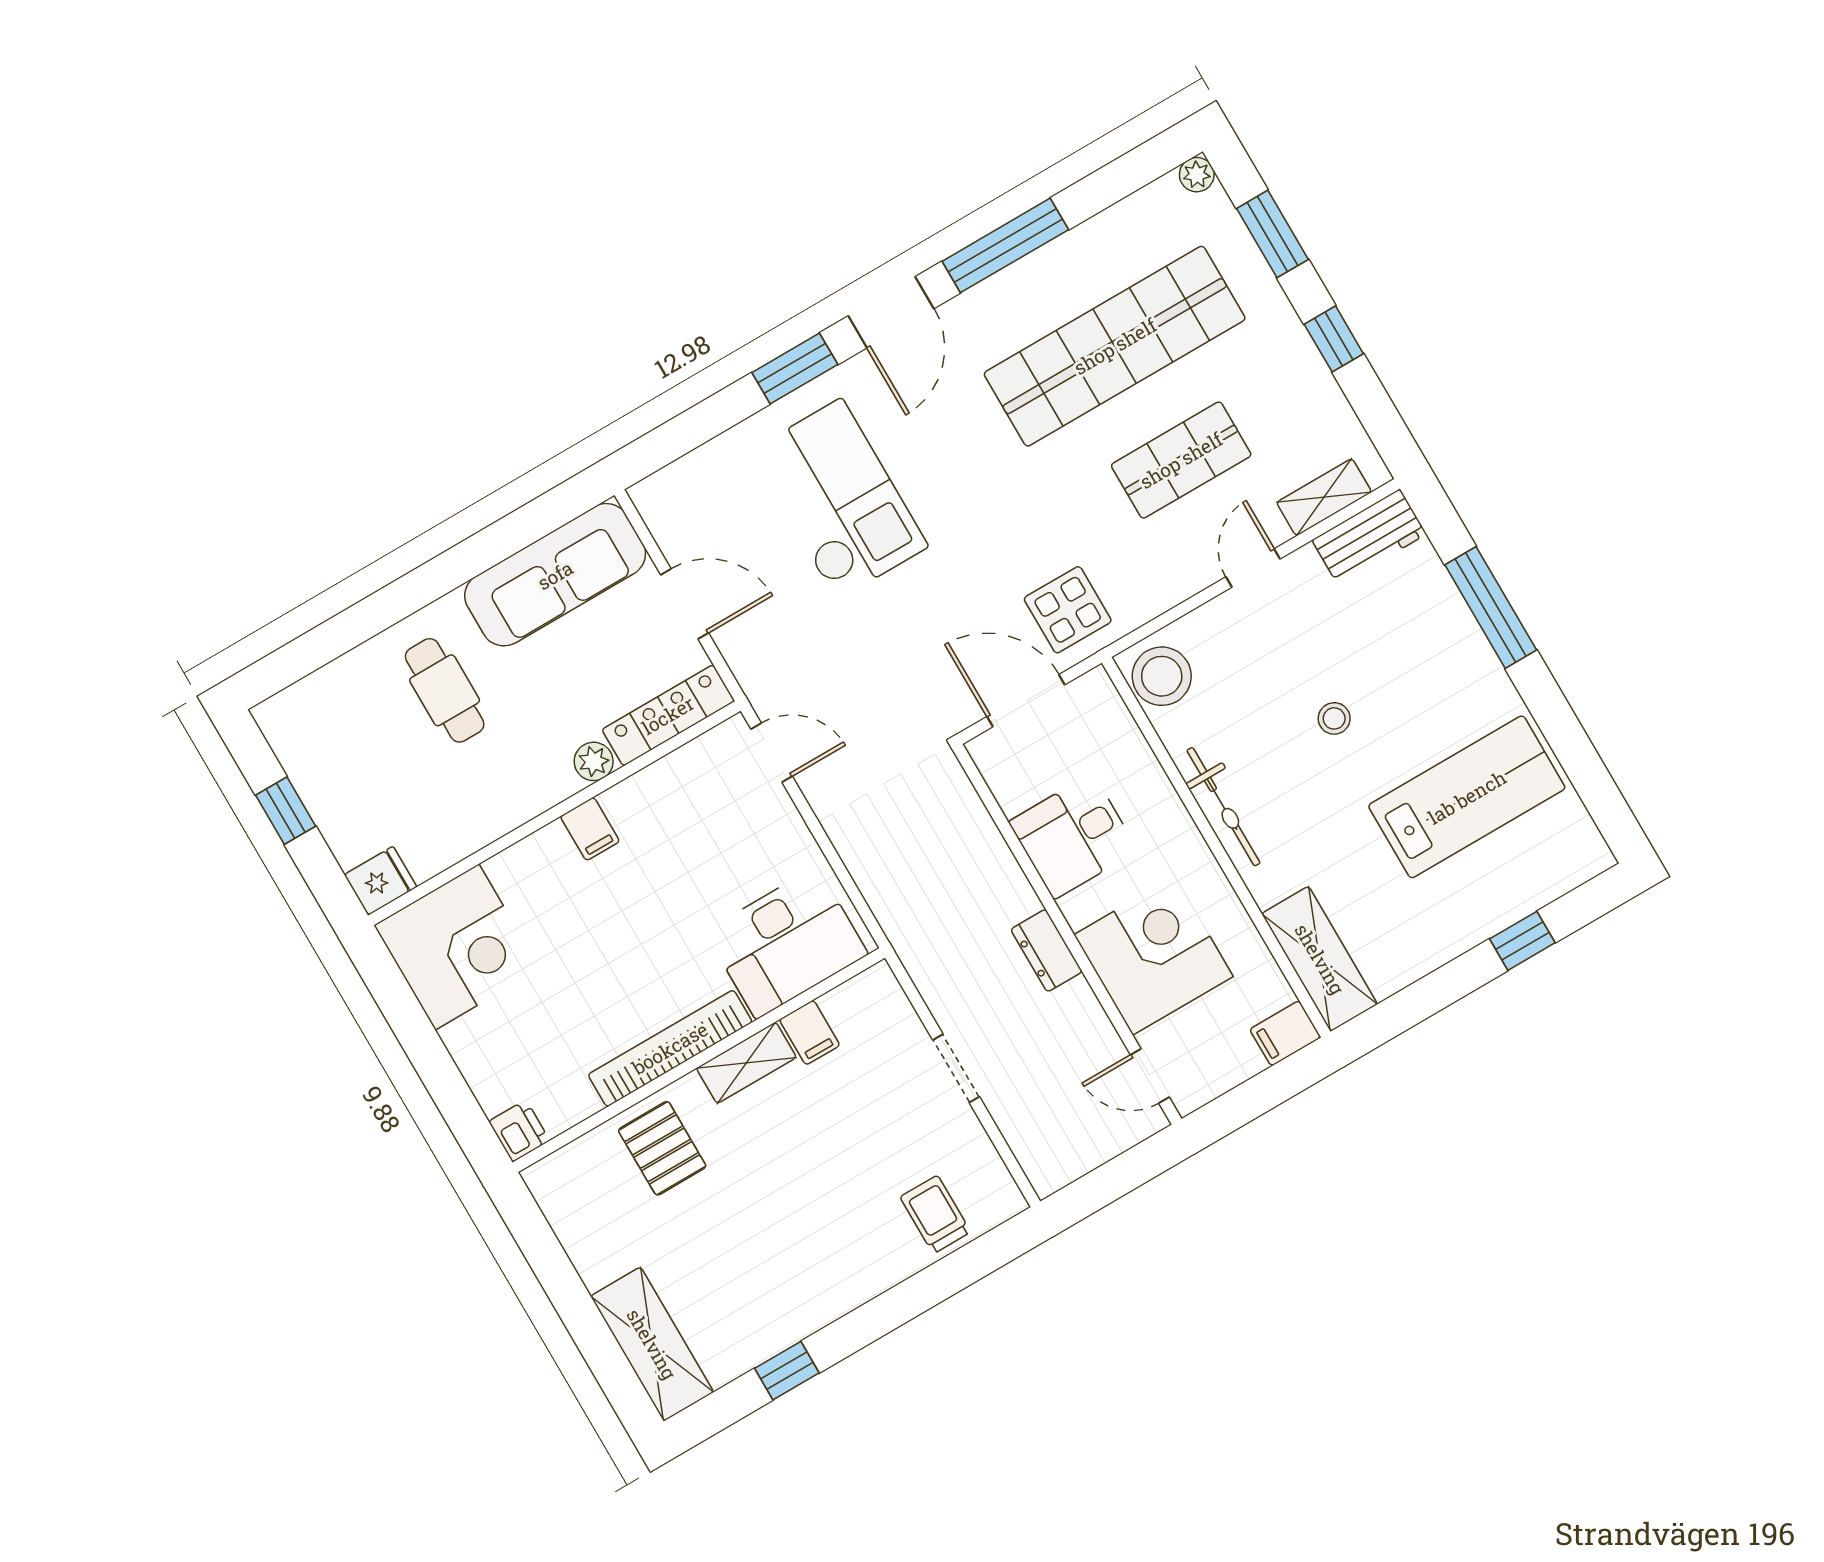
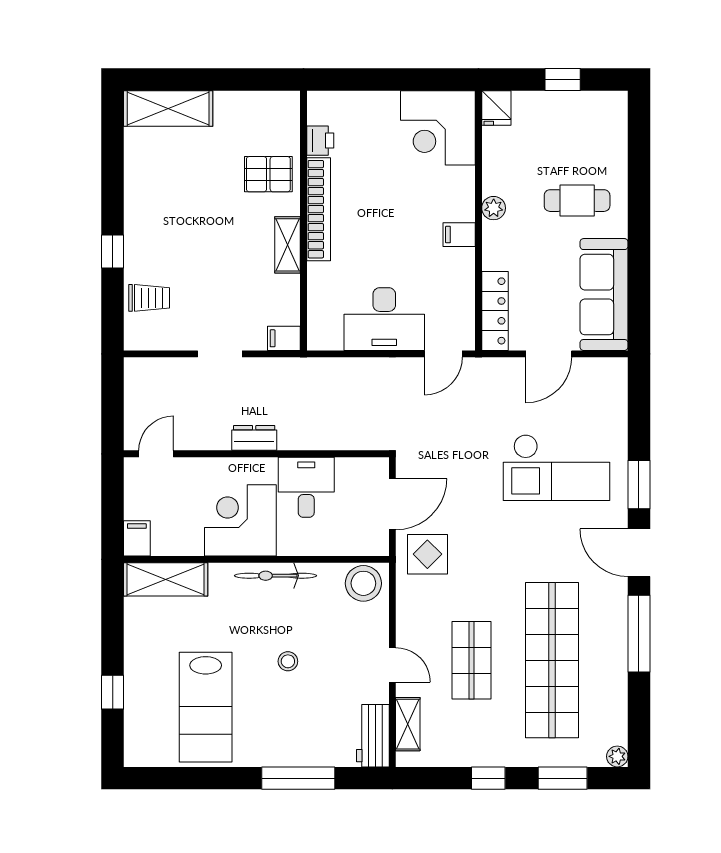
plant: (594, 761) -> (494, 208), moved
desk: (787, 943) -> (384, 319), moved, turned -90
corner desk: (1153, 956) -> (240, 520), moved, turned 180
filing cabinet: (810, 1033) -> (284, 338), moved
printer: (519, 1131) -> (320, 141), moved, turned -90
window: (787, 1371) -> (113, 251), moved

